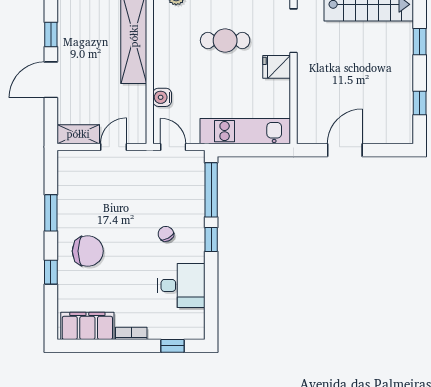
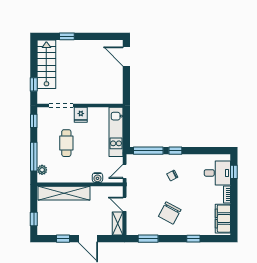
window: (420, 103) -> (101, 36), removed
door: (345, 150) -> (126, 57), moved
window: (51, 213) -> (148, 239), moved
chair: (88, 251) -> (170, 213), moved, turned -152
desk: (181, 285) -> (217, 173), moved, turned 90

